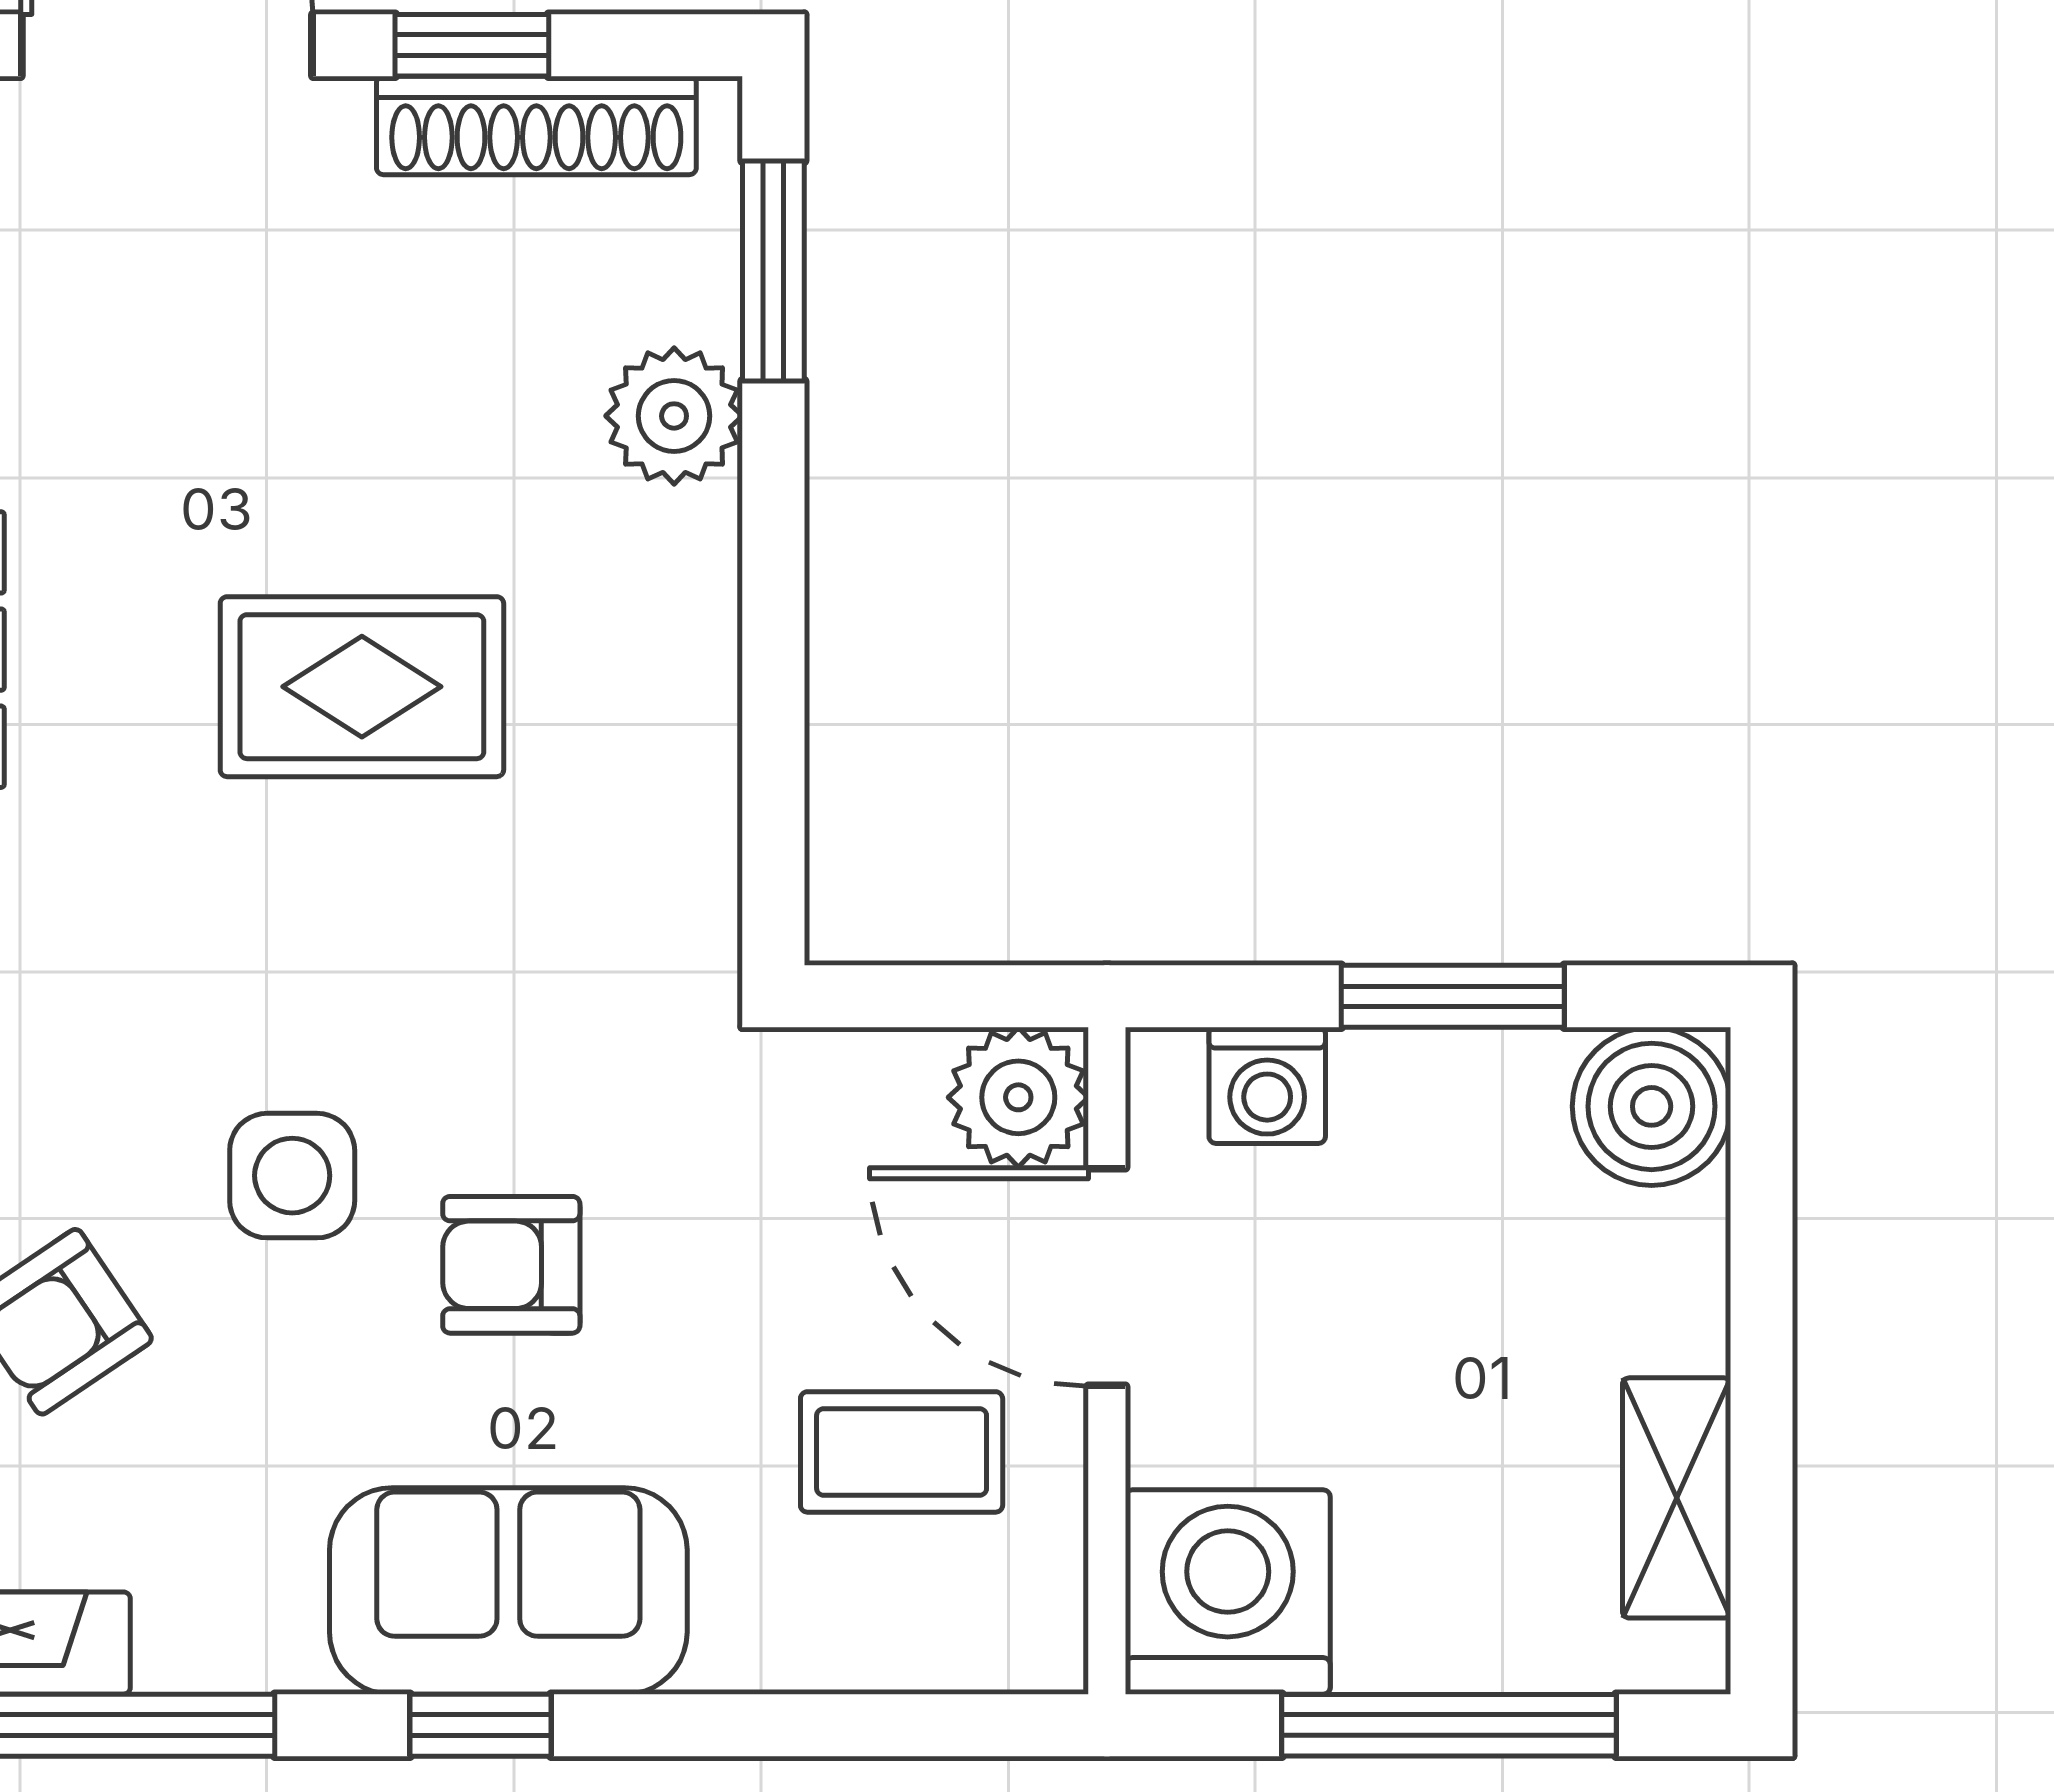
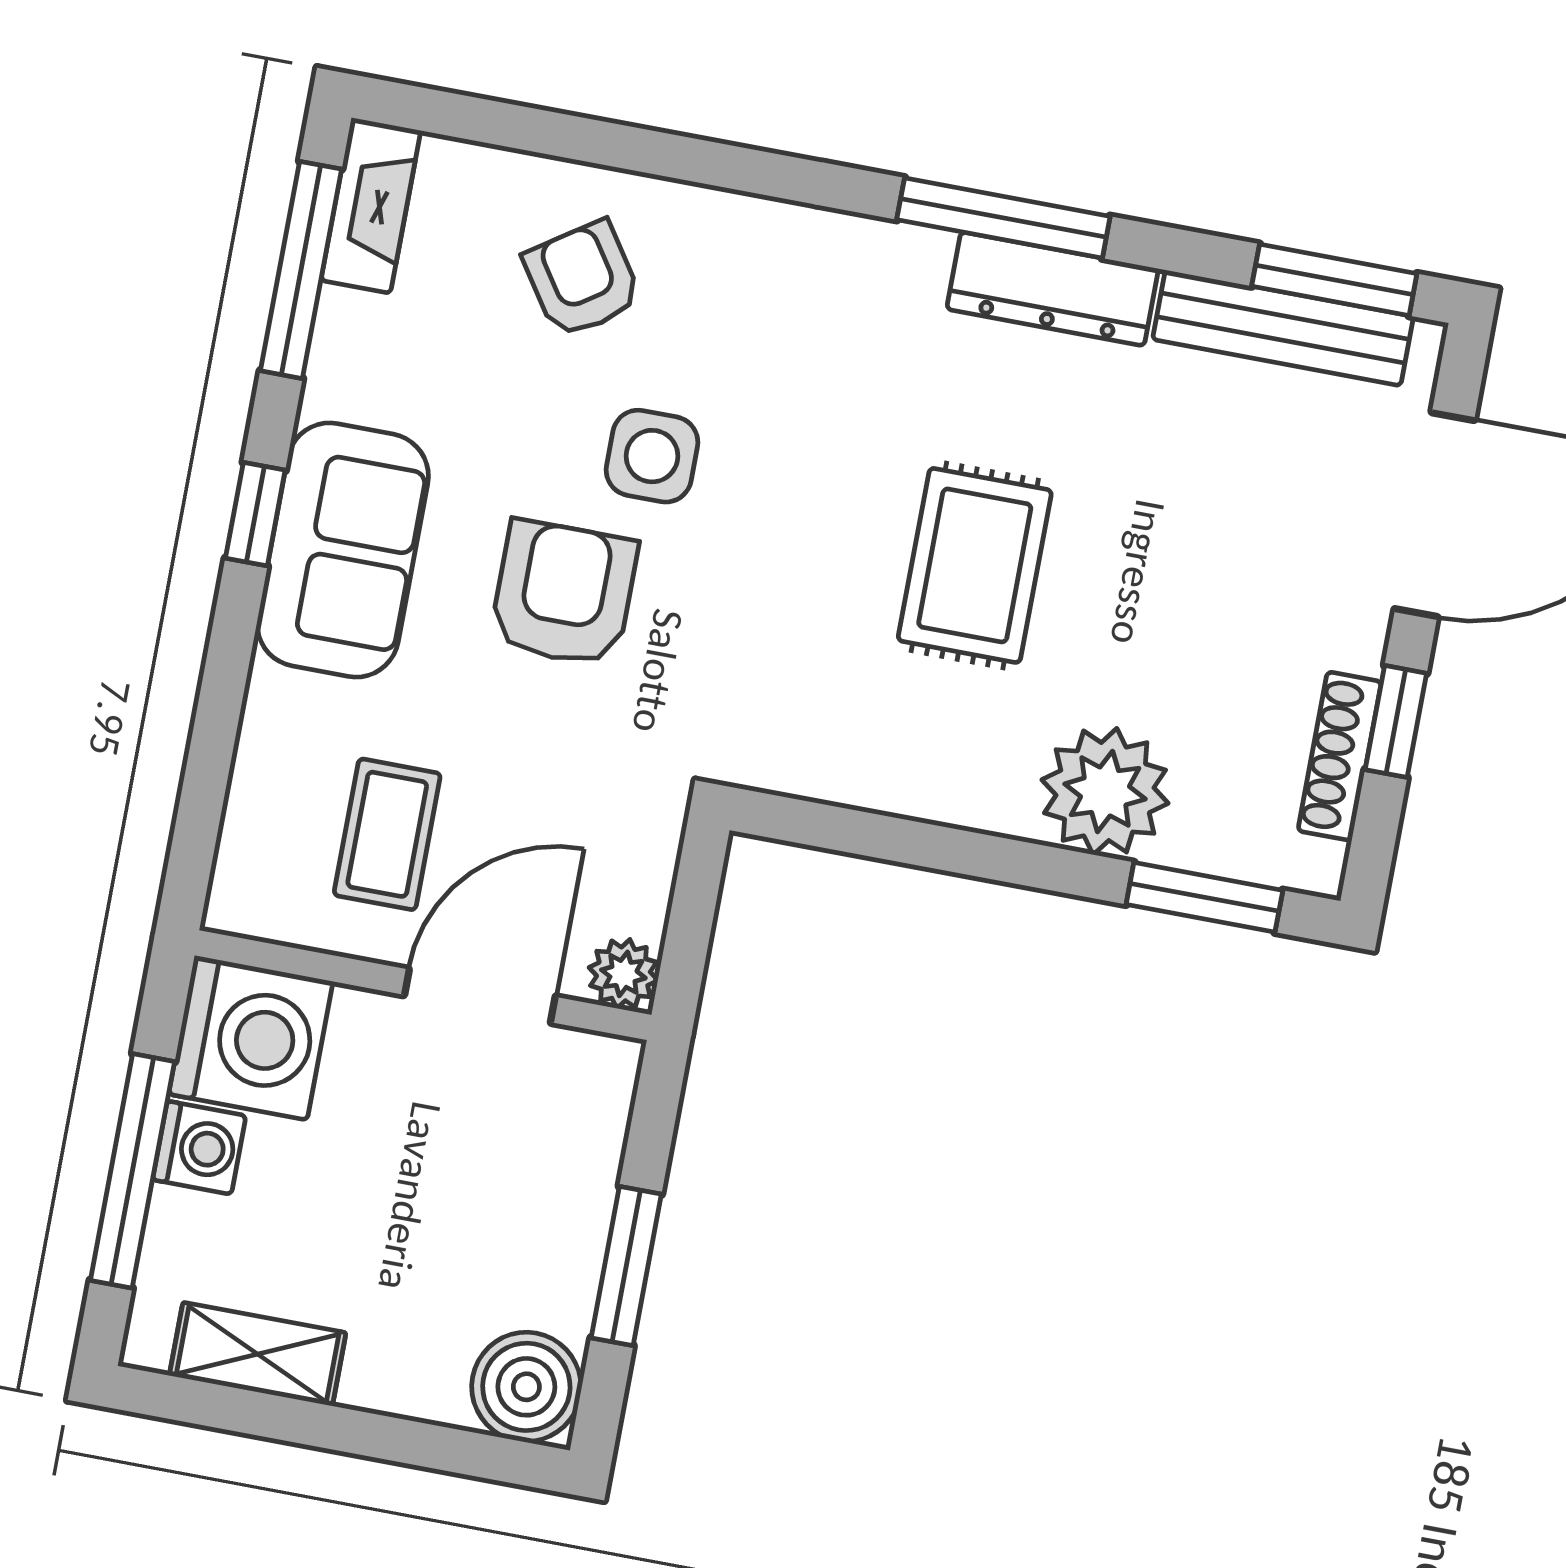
shoe rack: (536, 125) -> (1340, 756), width x0.74, depth x0.81
plant: (674, 416) -> (1105, 791), width x1.36, depth x1.36
washing machine: (1267, 1085) -> (199, 1148), moved, turned 180
plant: (1018, 1097) -> (623, 974), width x0.73, depth x0.73
armchair: (511, 1265) -> (564, 593), width x1.38, depth x1.38

